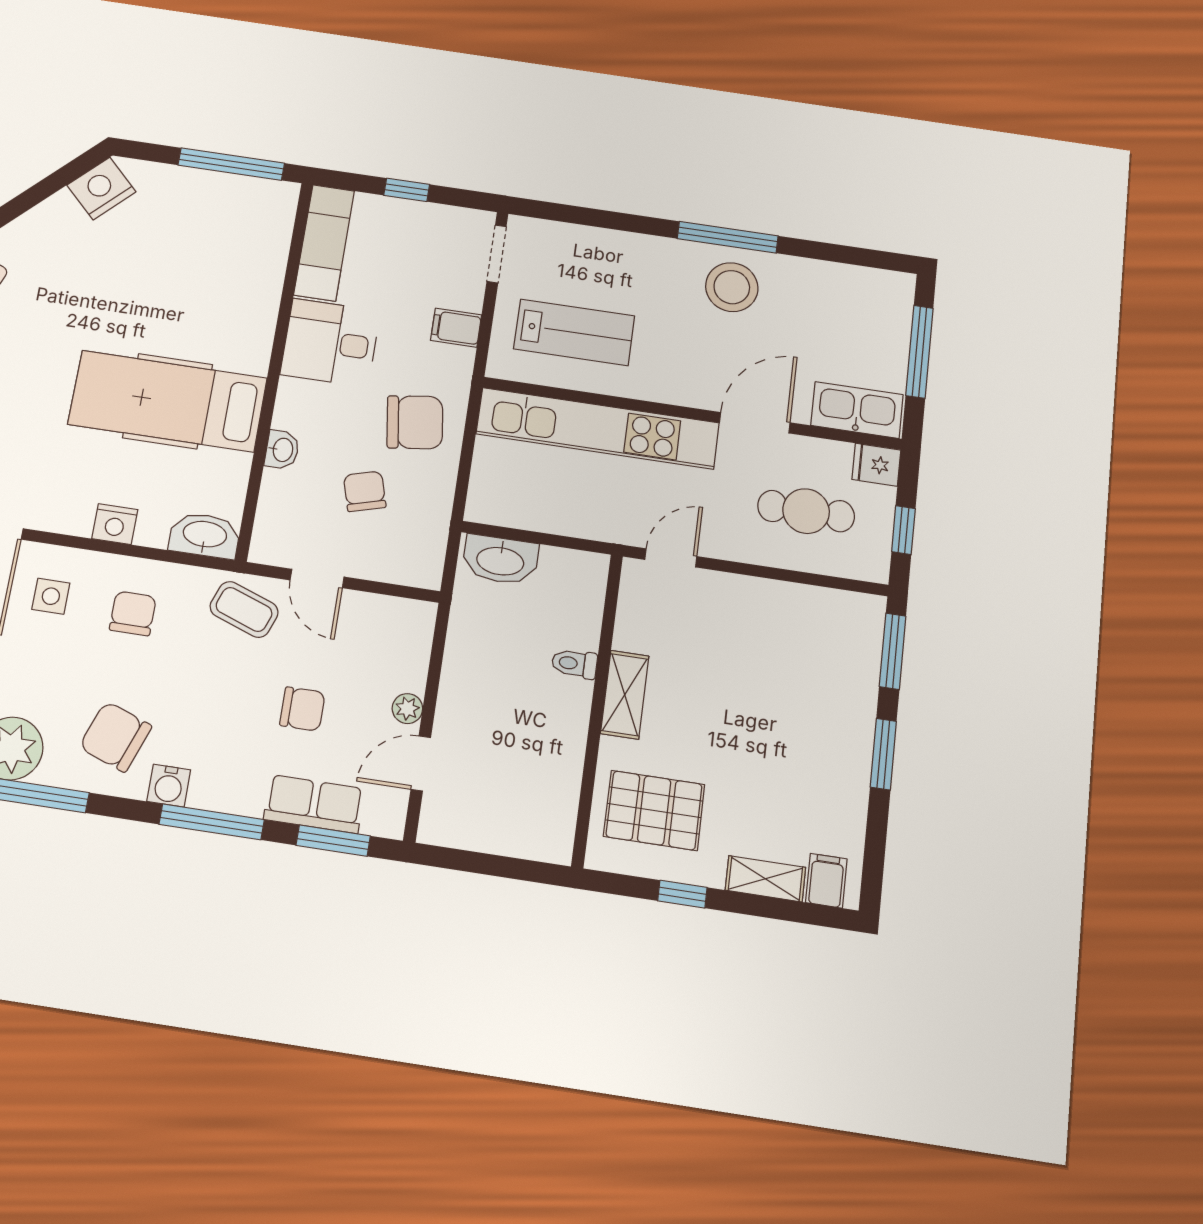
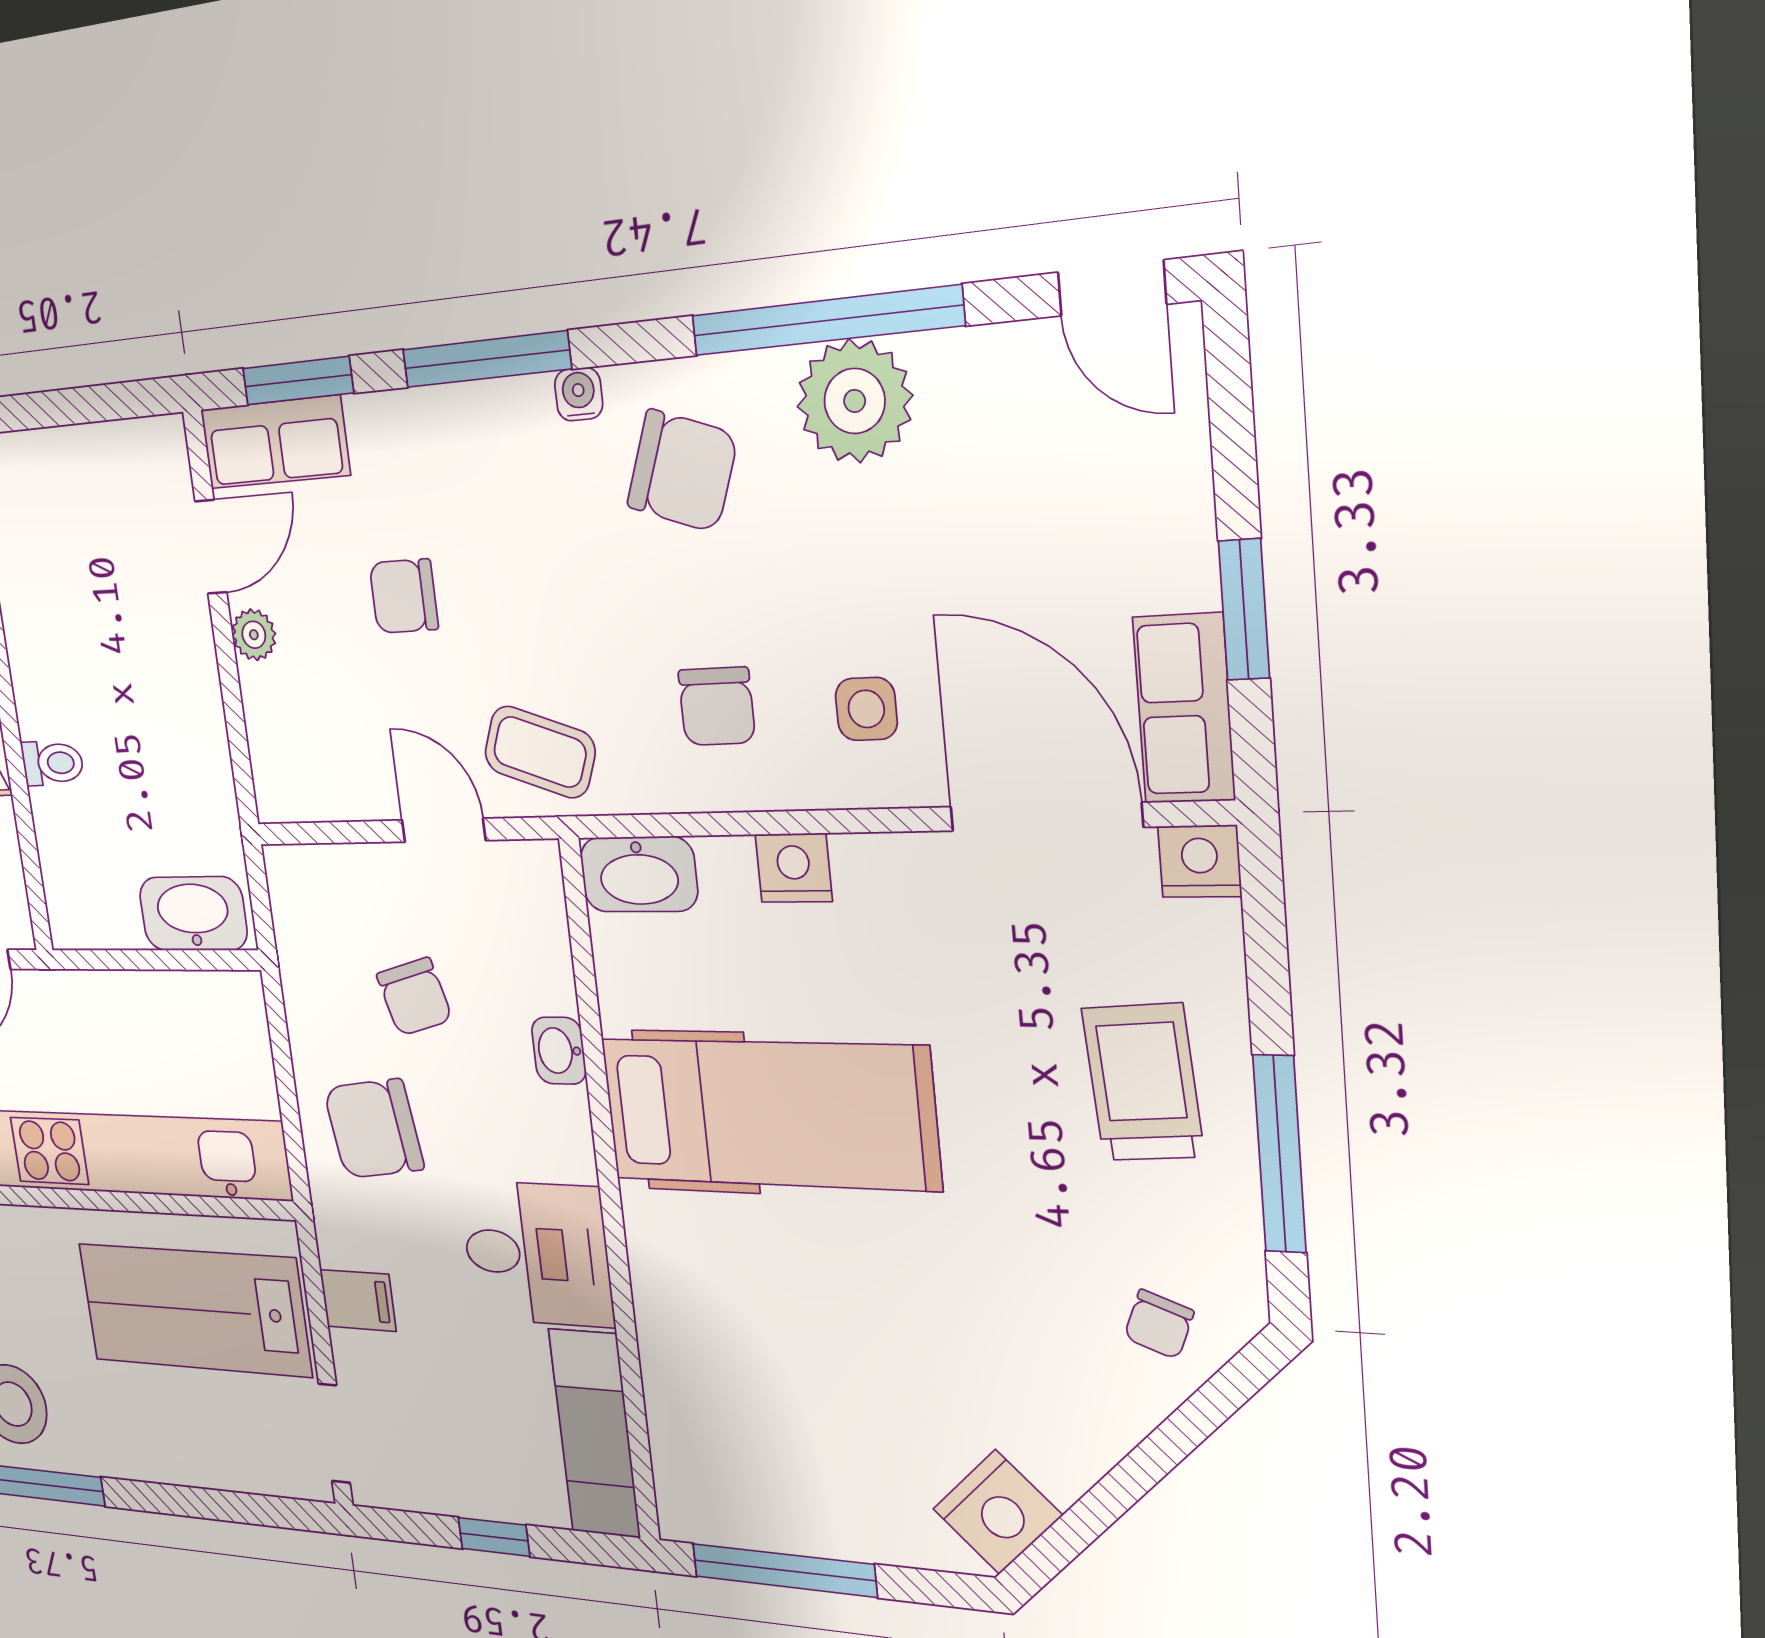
lab bench: (574, 332) -> (194, 1310), width x1.36, depth x1.39
water cooler: (169, 786) -> (579, 394), width x0.72, depth x0.72
row of seats: (314, 804) -> (275, 442), moved

